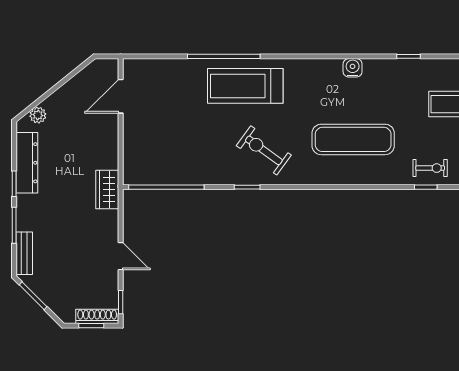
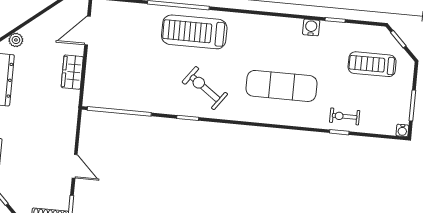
water cooler: (353, 68) -> (311, 27), moved
exercise bike: (430, 168) -> (345, 116), turned 180
wardrobe: (107, 190) -> (72, 72), moved

